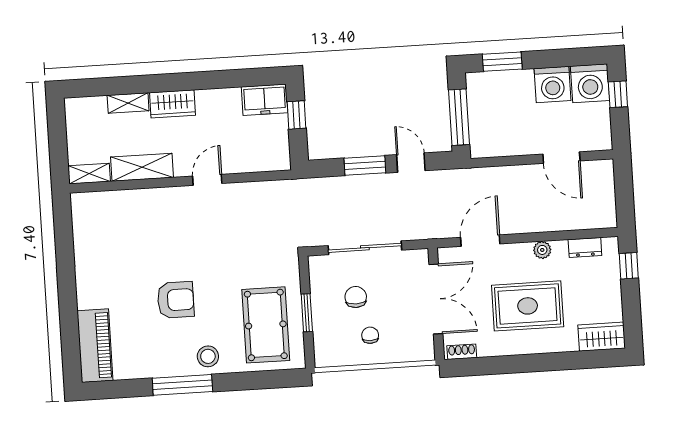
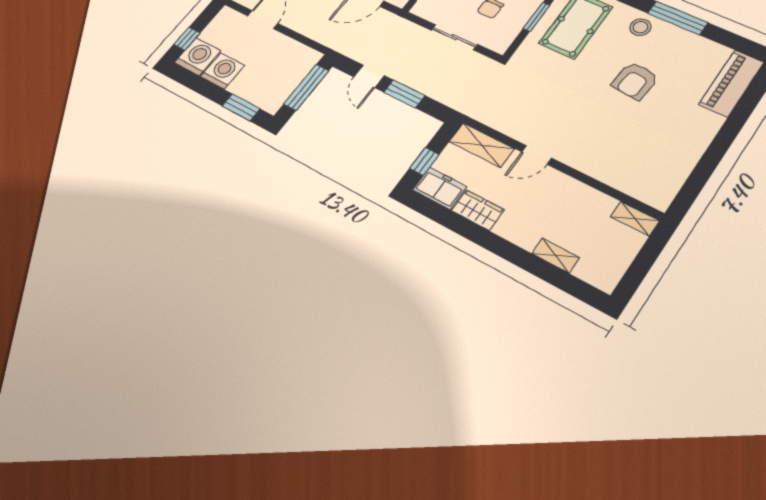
wardrobe: (172, 104) -> (478, 210), moved
shelving: (142, 167) -> (482, 145), moved
sliding door: (365, 248) -> (454, 37), width x0.73
armchair: (176, 300) -> (635, 81), turned -85

